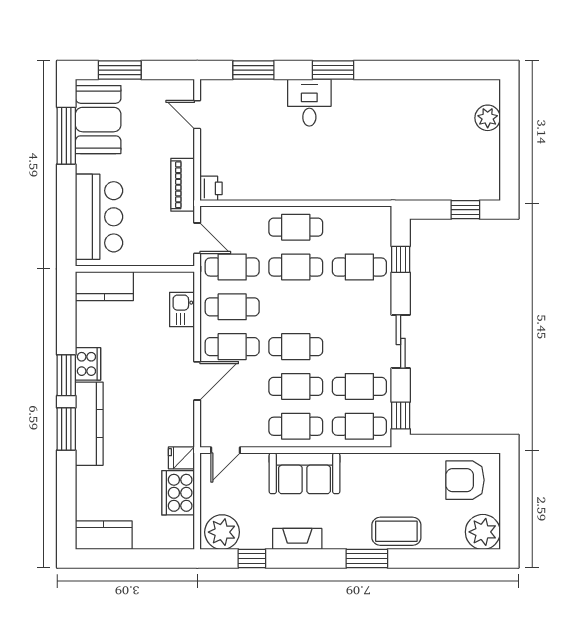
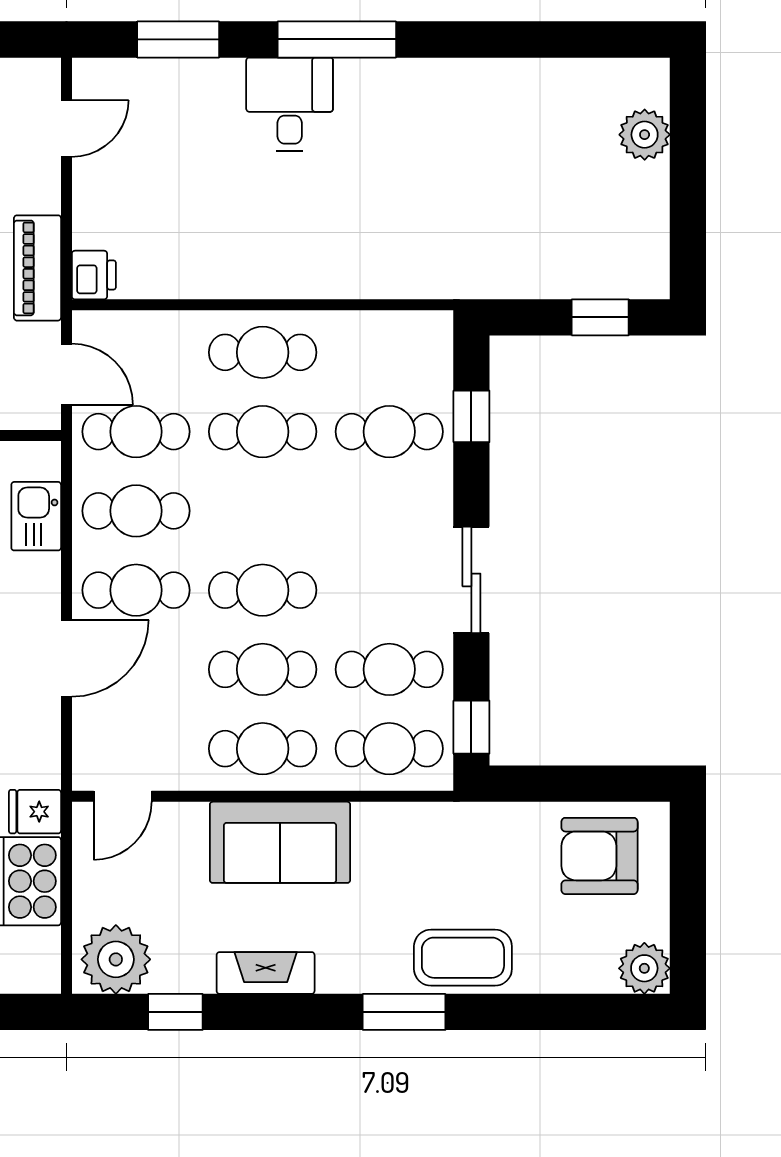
window: (333, 70) -> (337, 39), width x1.44
door: (197, 115) -> (66, 128), swing flipped
plant: (483, 532) -> (644, 968), width x0.73, depth x0.73

